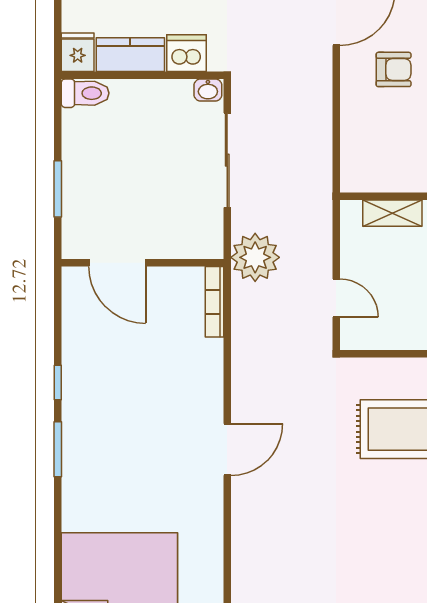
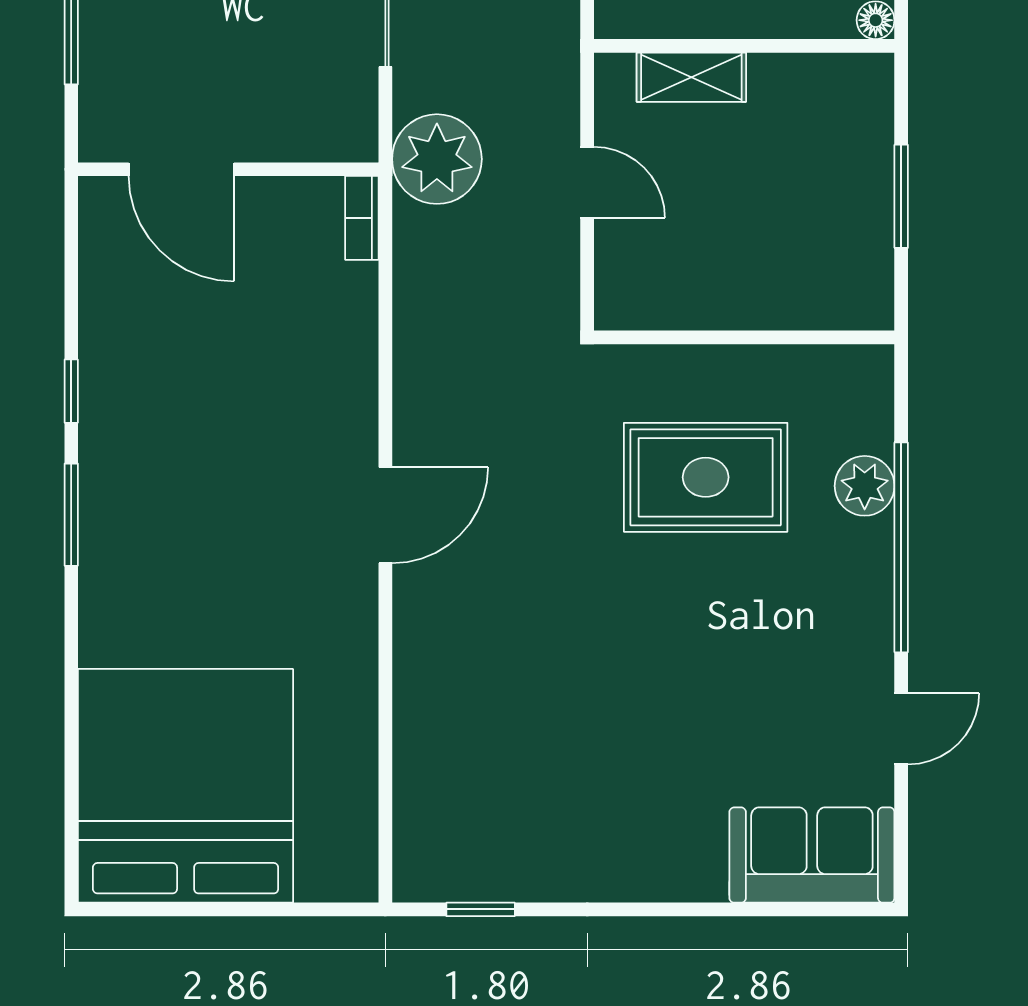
door: (336, 298) -> (587, 182), moved
bookcase: (215, 302) -> (362, 218), width x0.64

